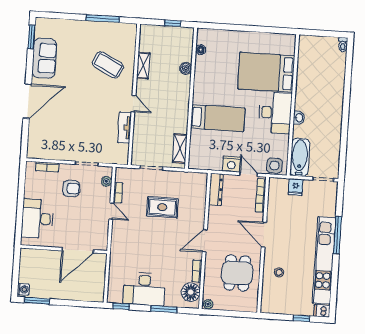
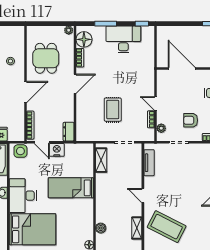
coffee table: (108, 65) -> (167, 227), width x1.36, depth x1.32
tv unit: (124, 128) -> (149, 163), moved
dresser: (216, 189) -> (69, 132), width x0.70
rug: (162, 207) -> (113, 110), turned 90
door: (264, 235) -> (25, 92), hinge flipped
door: (78, 250) -> (182, 69), hinge flipped

